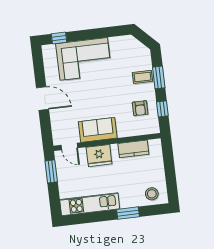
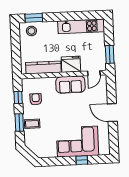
window: (59, 38) -> (82, 160), moved
door: (69, 146) -> (94, 73), swing flipped
kitchen counter: (133, 149) -> (43, 68), width x1.50
window: (128, 213) -> (34, 18), moved

